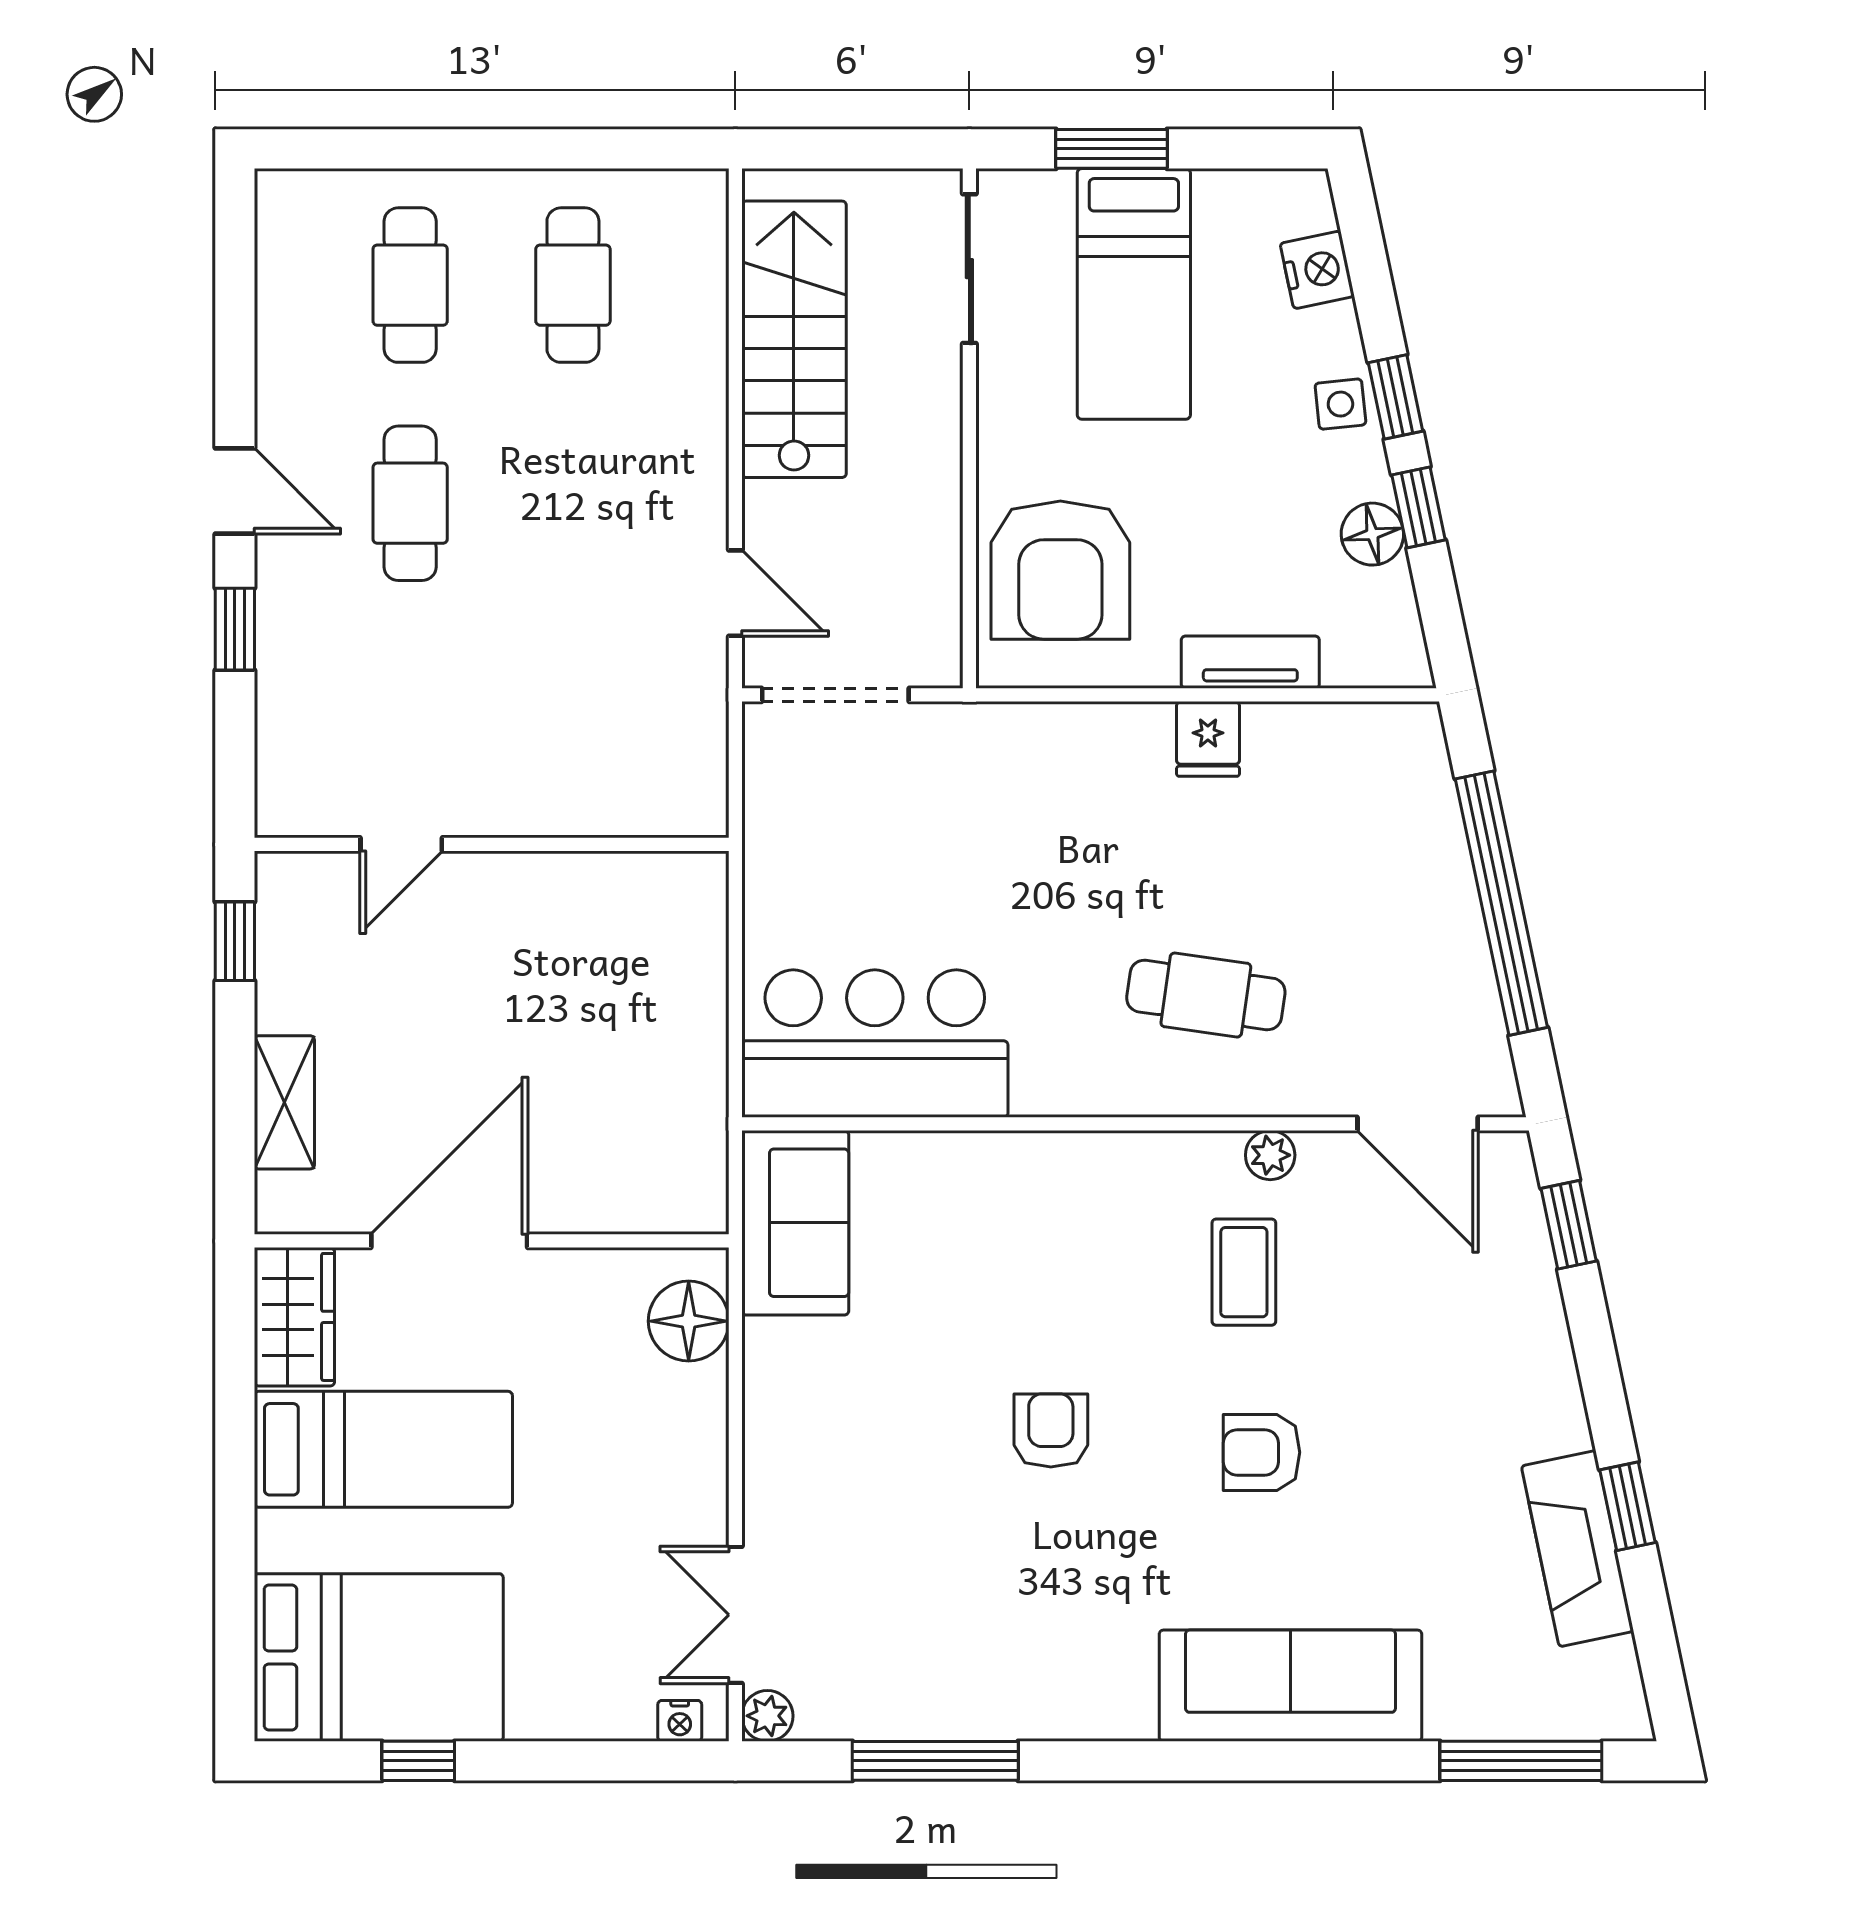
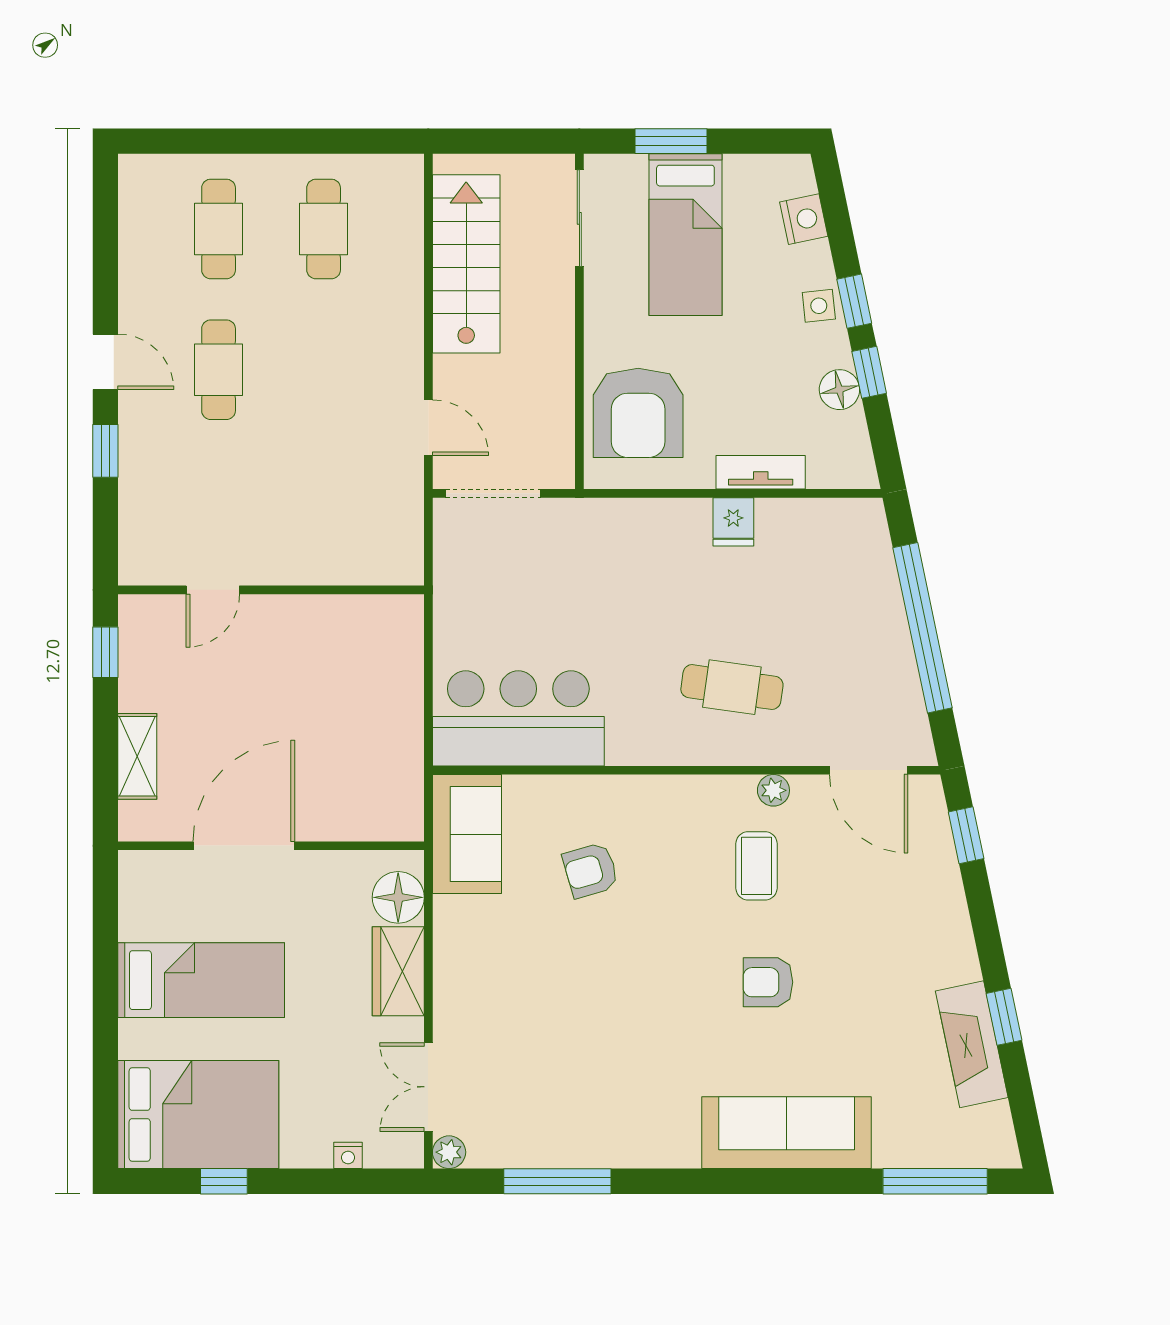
wardrobe: (294, 1317) -> (398, 971), moved, turned 180
armchair: (1051, 1431) -> (591, 870), moved, turned -106
nightstand: (680, 1721) -> (348, 1155), moved

